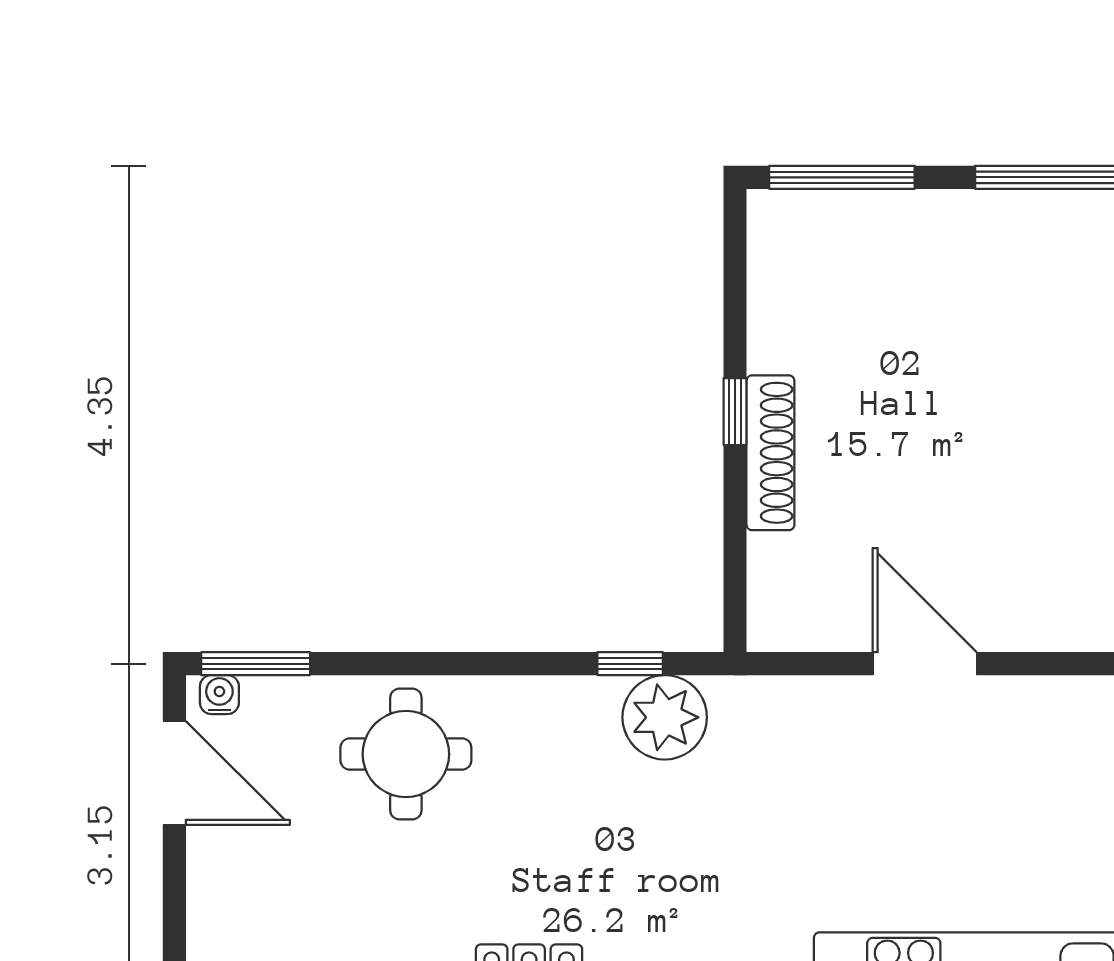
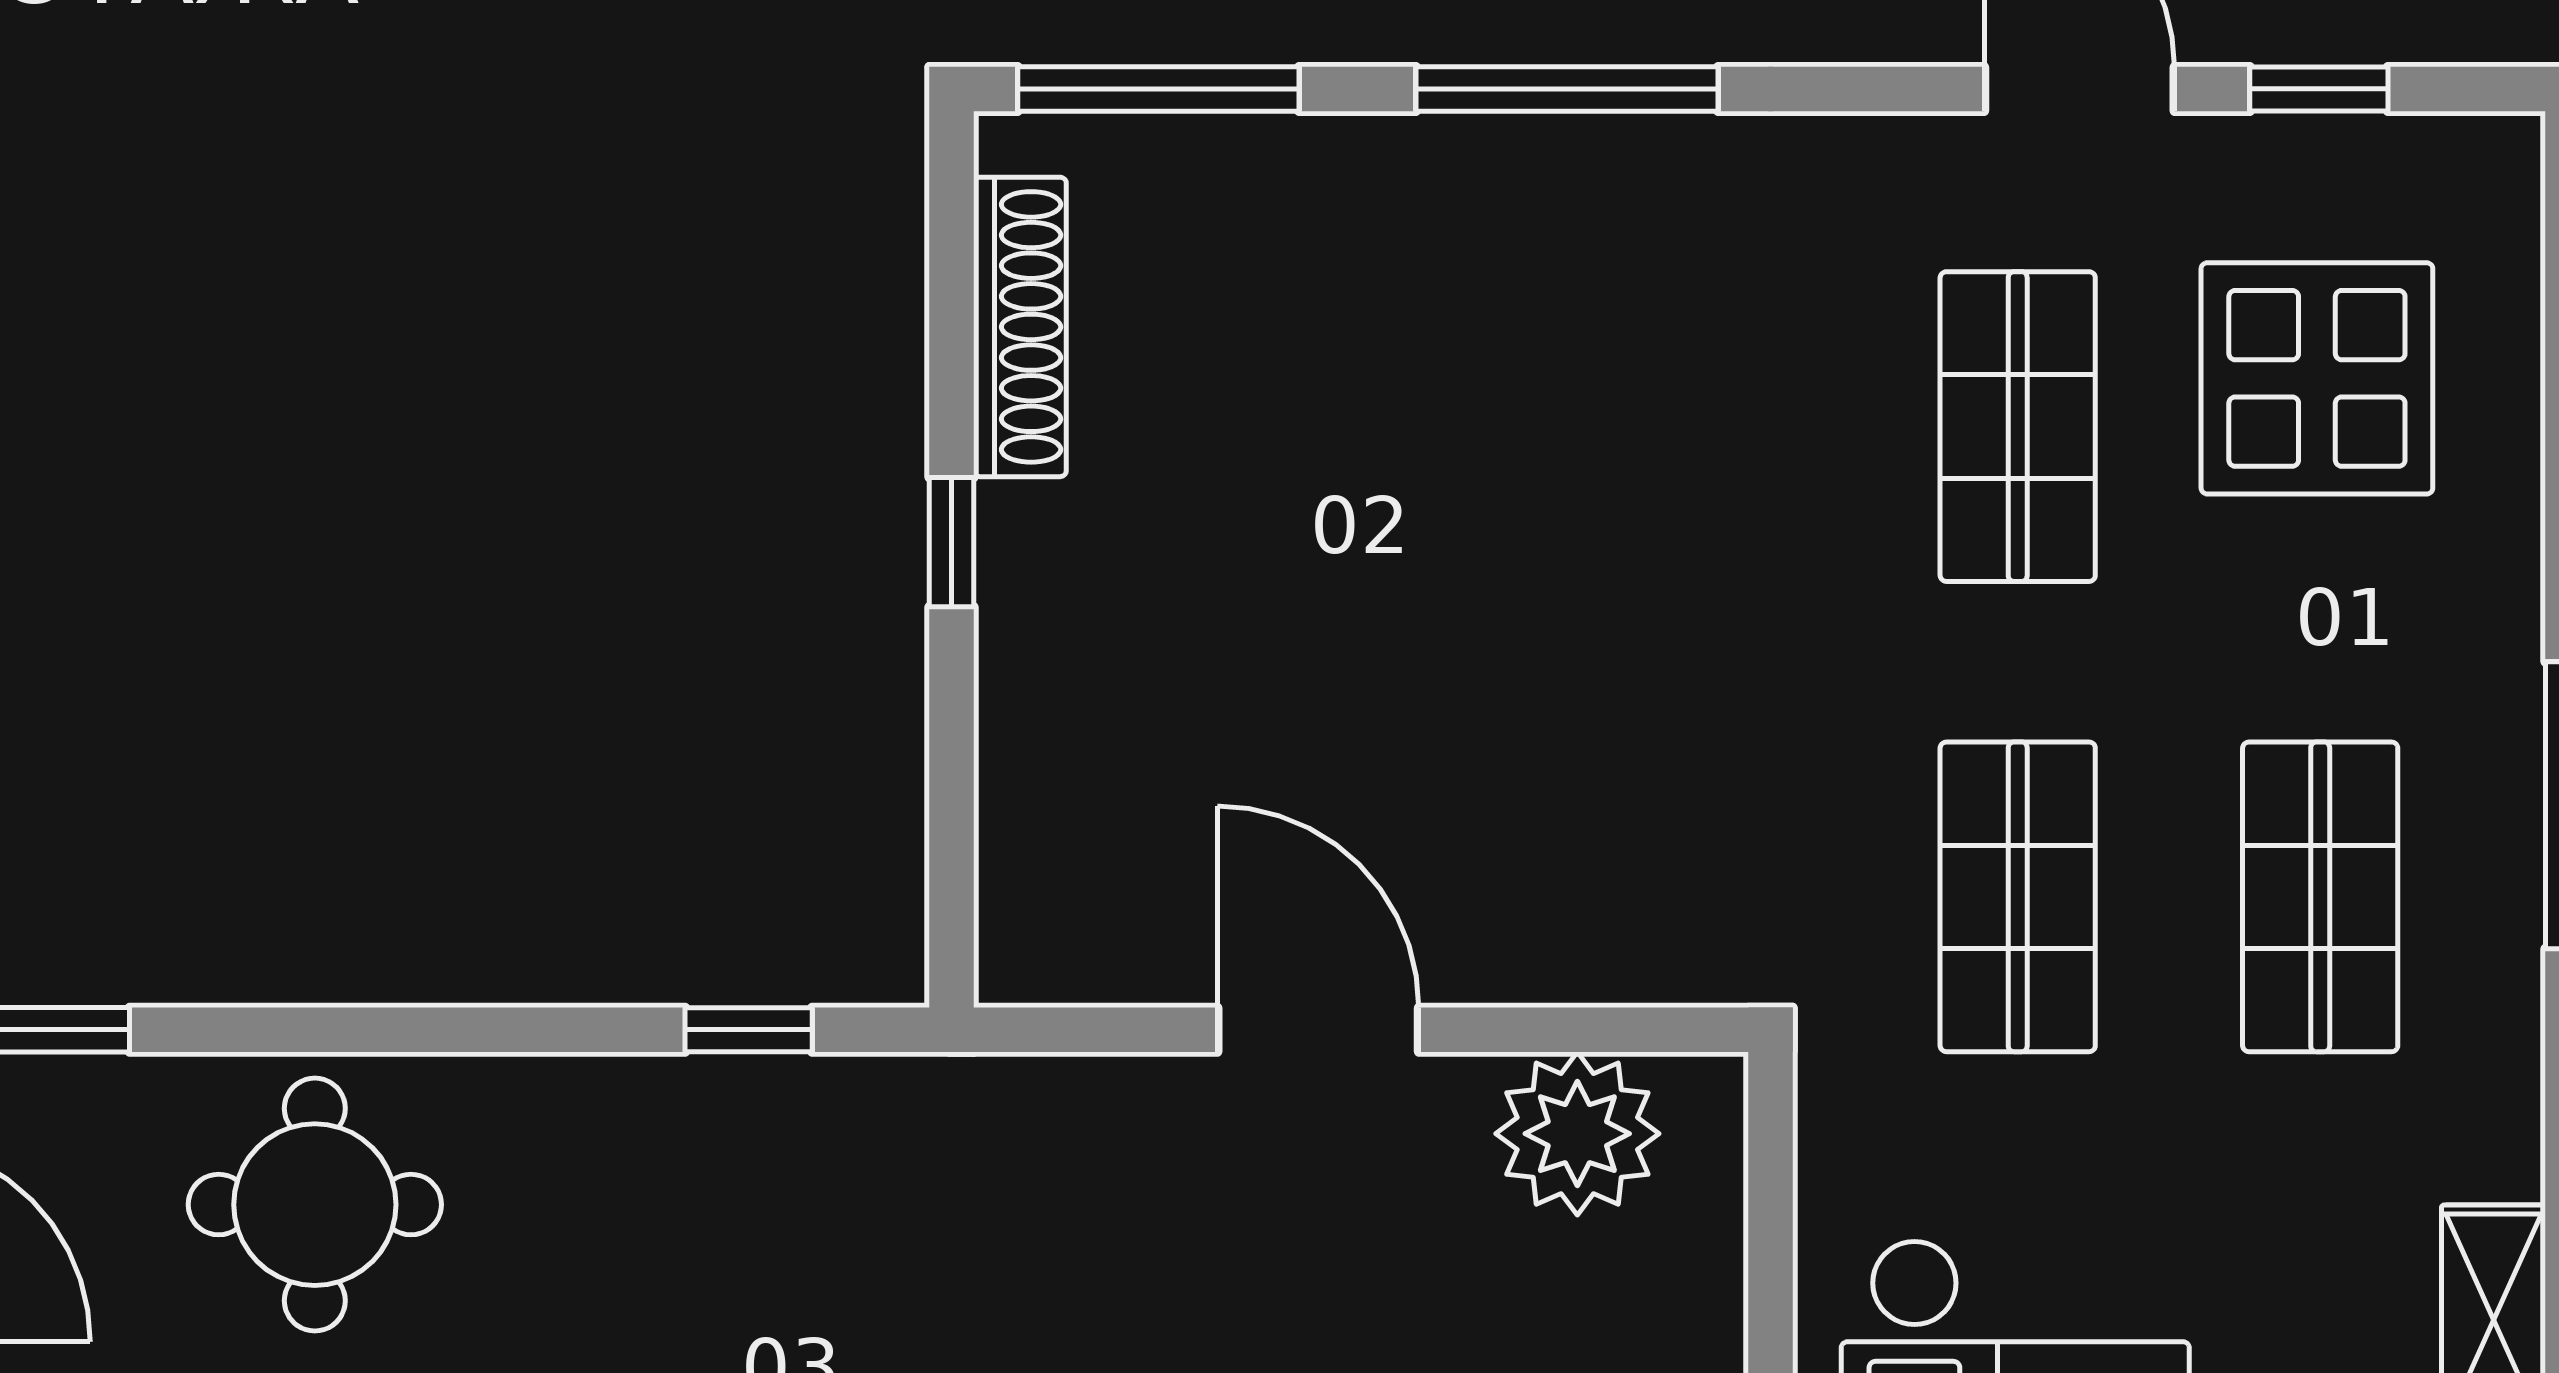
shoe rack: (770, 453) -> (1020, 327), moved
plant: (665, 717) -> (1577, 1134), moved

